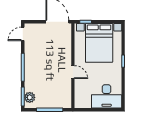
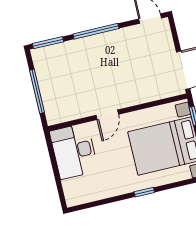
desk: (107, 96) -> (74, 151), moved
plant: (30, 97) -> (49, 54), removed

